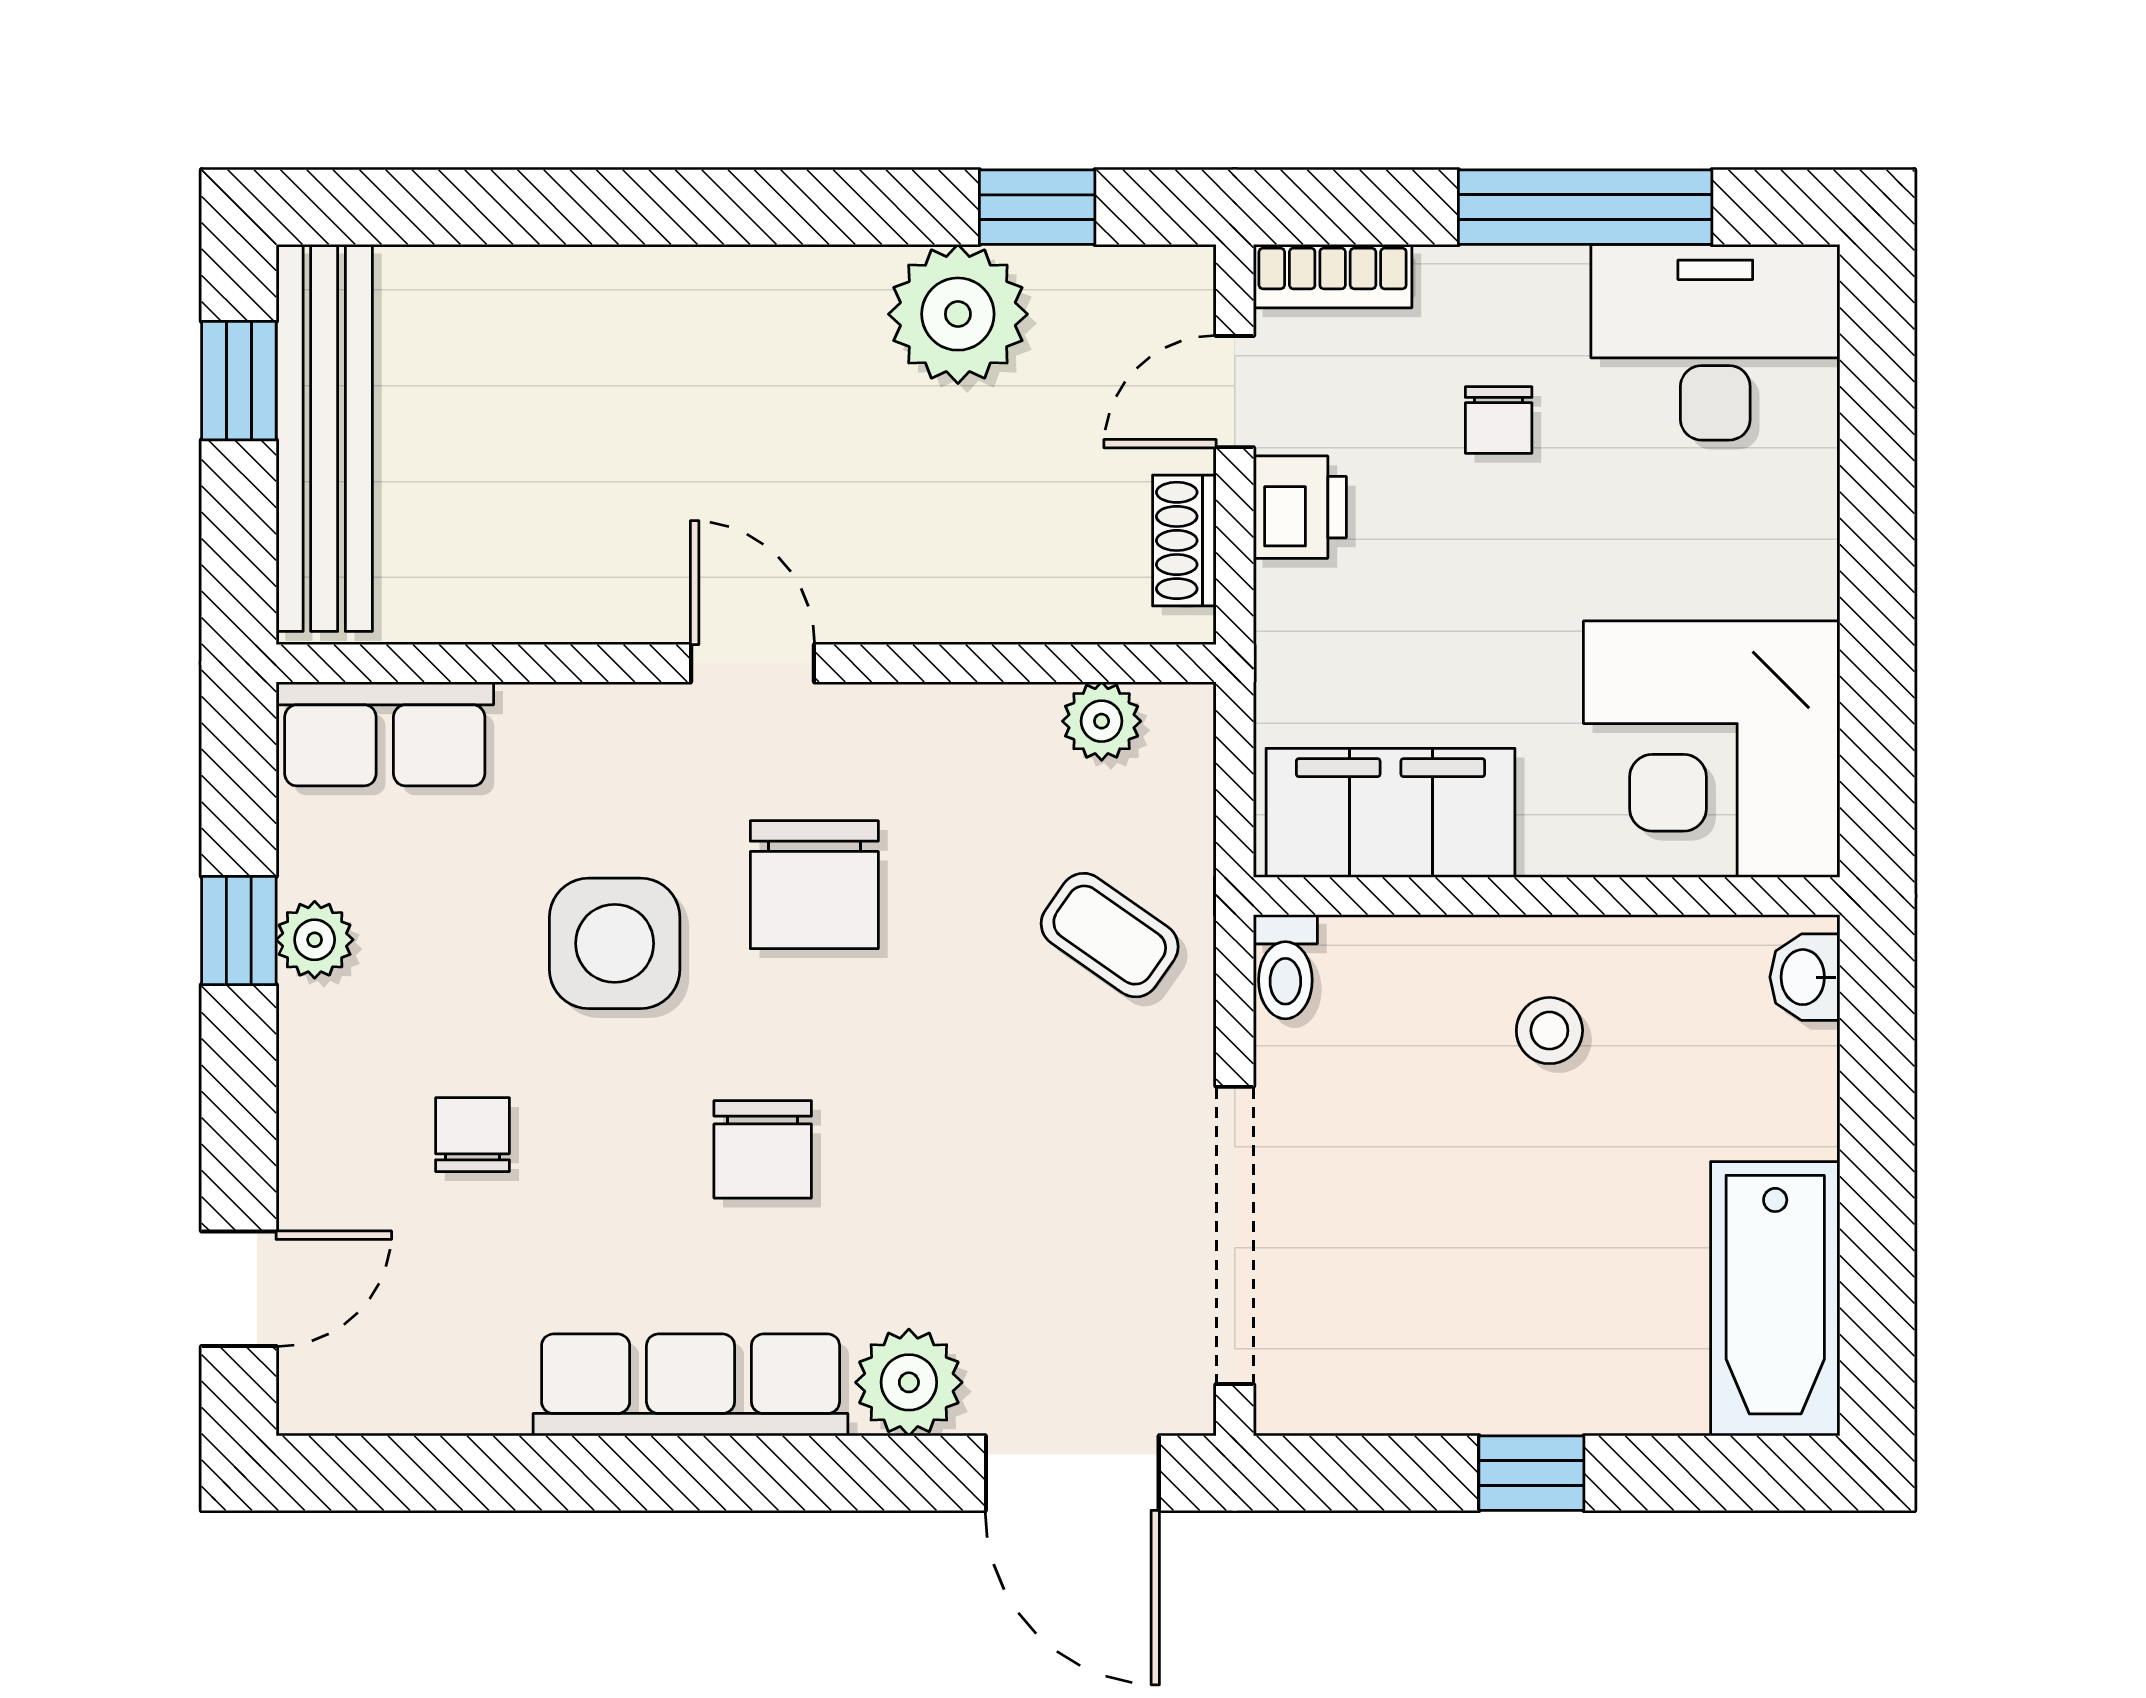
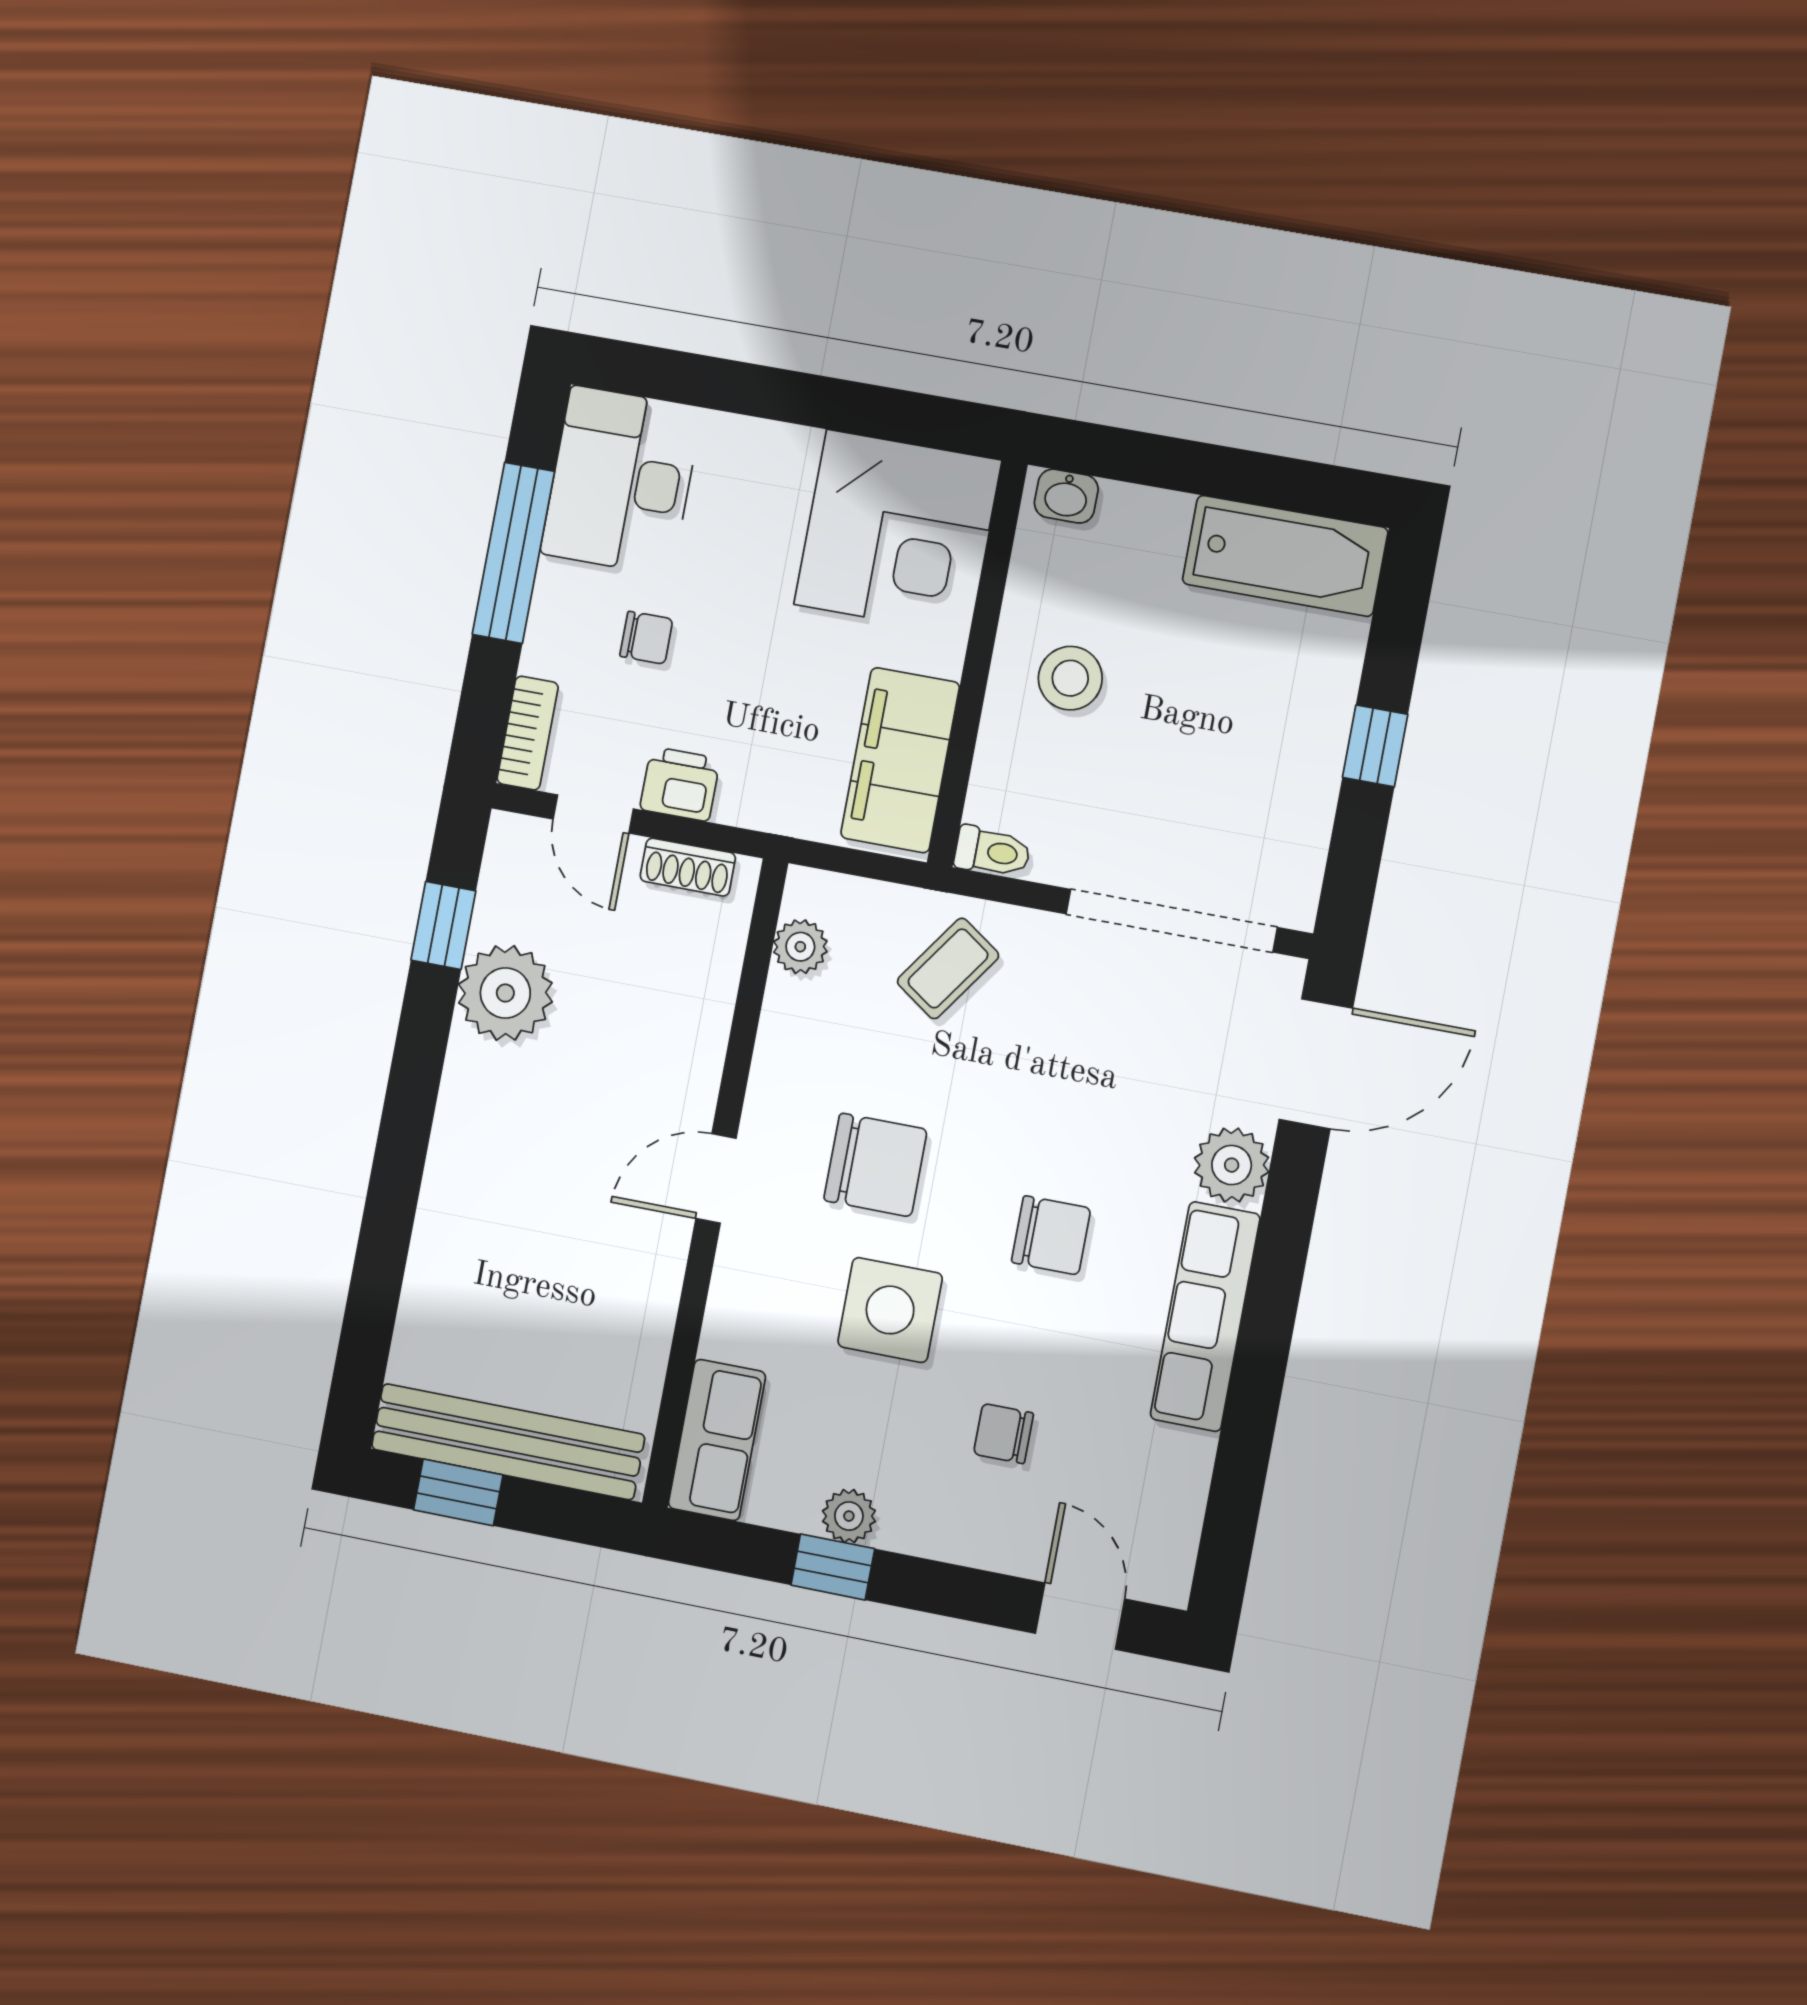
stool: (1549, 1031) -> (1070, 678), width x1.37, depth x1.37

